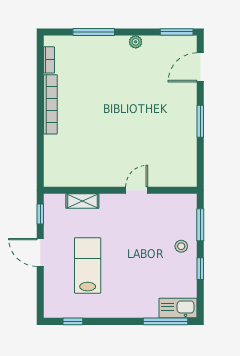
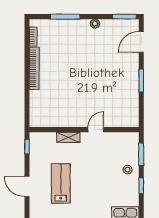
shelving: (82, 201) -> (68, 137), moved
door: (40, 252) -> (27, 186), moved

